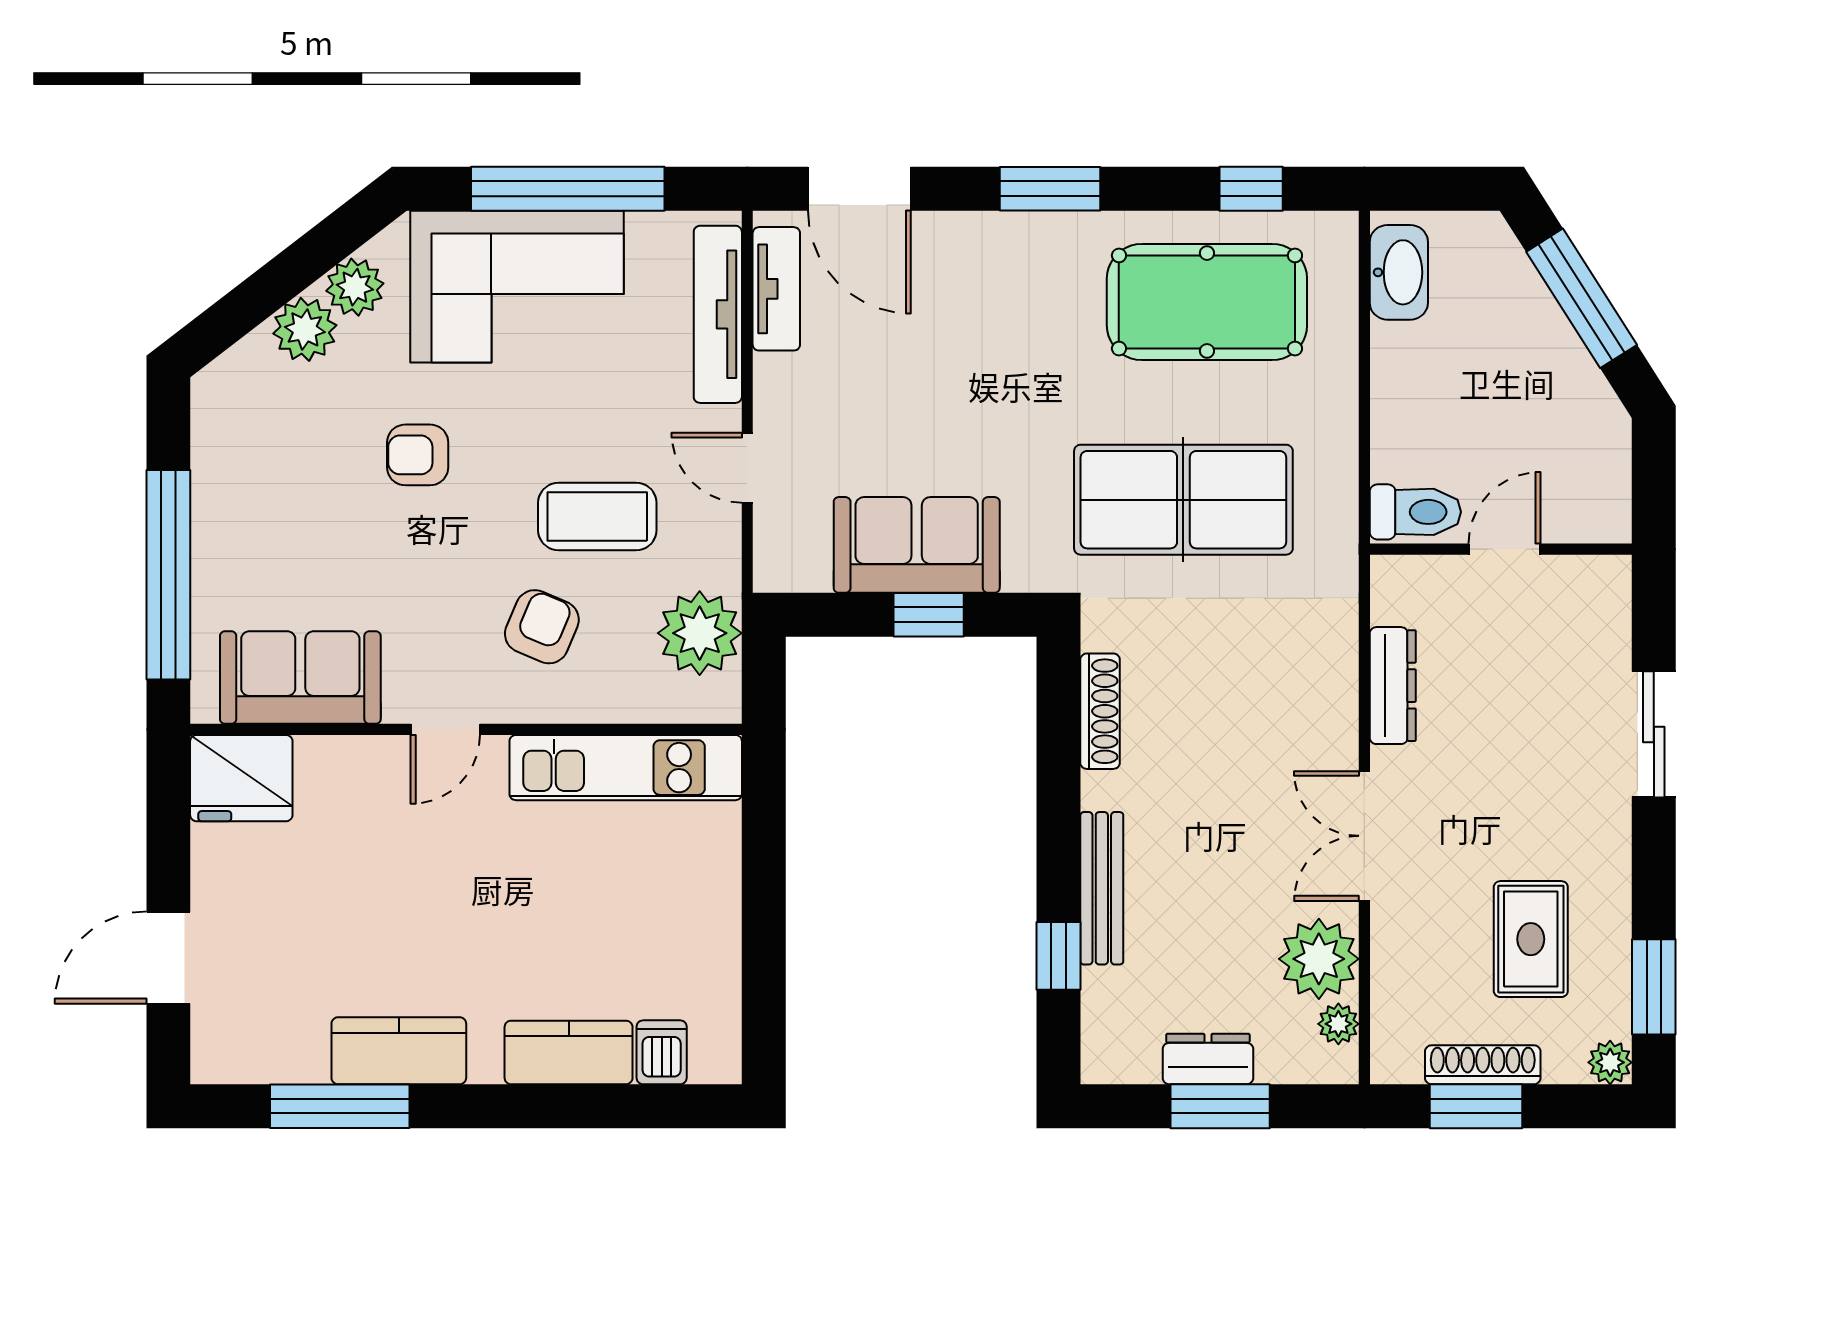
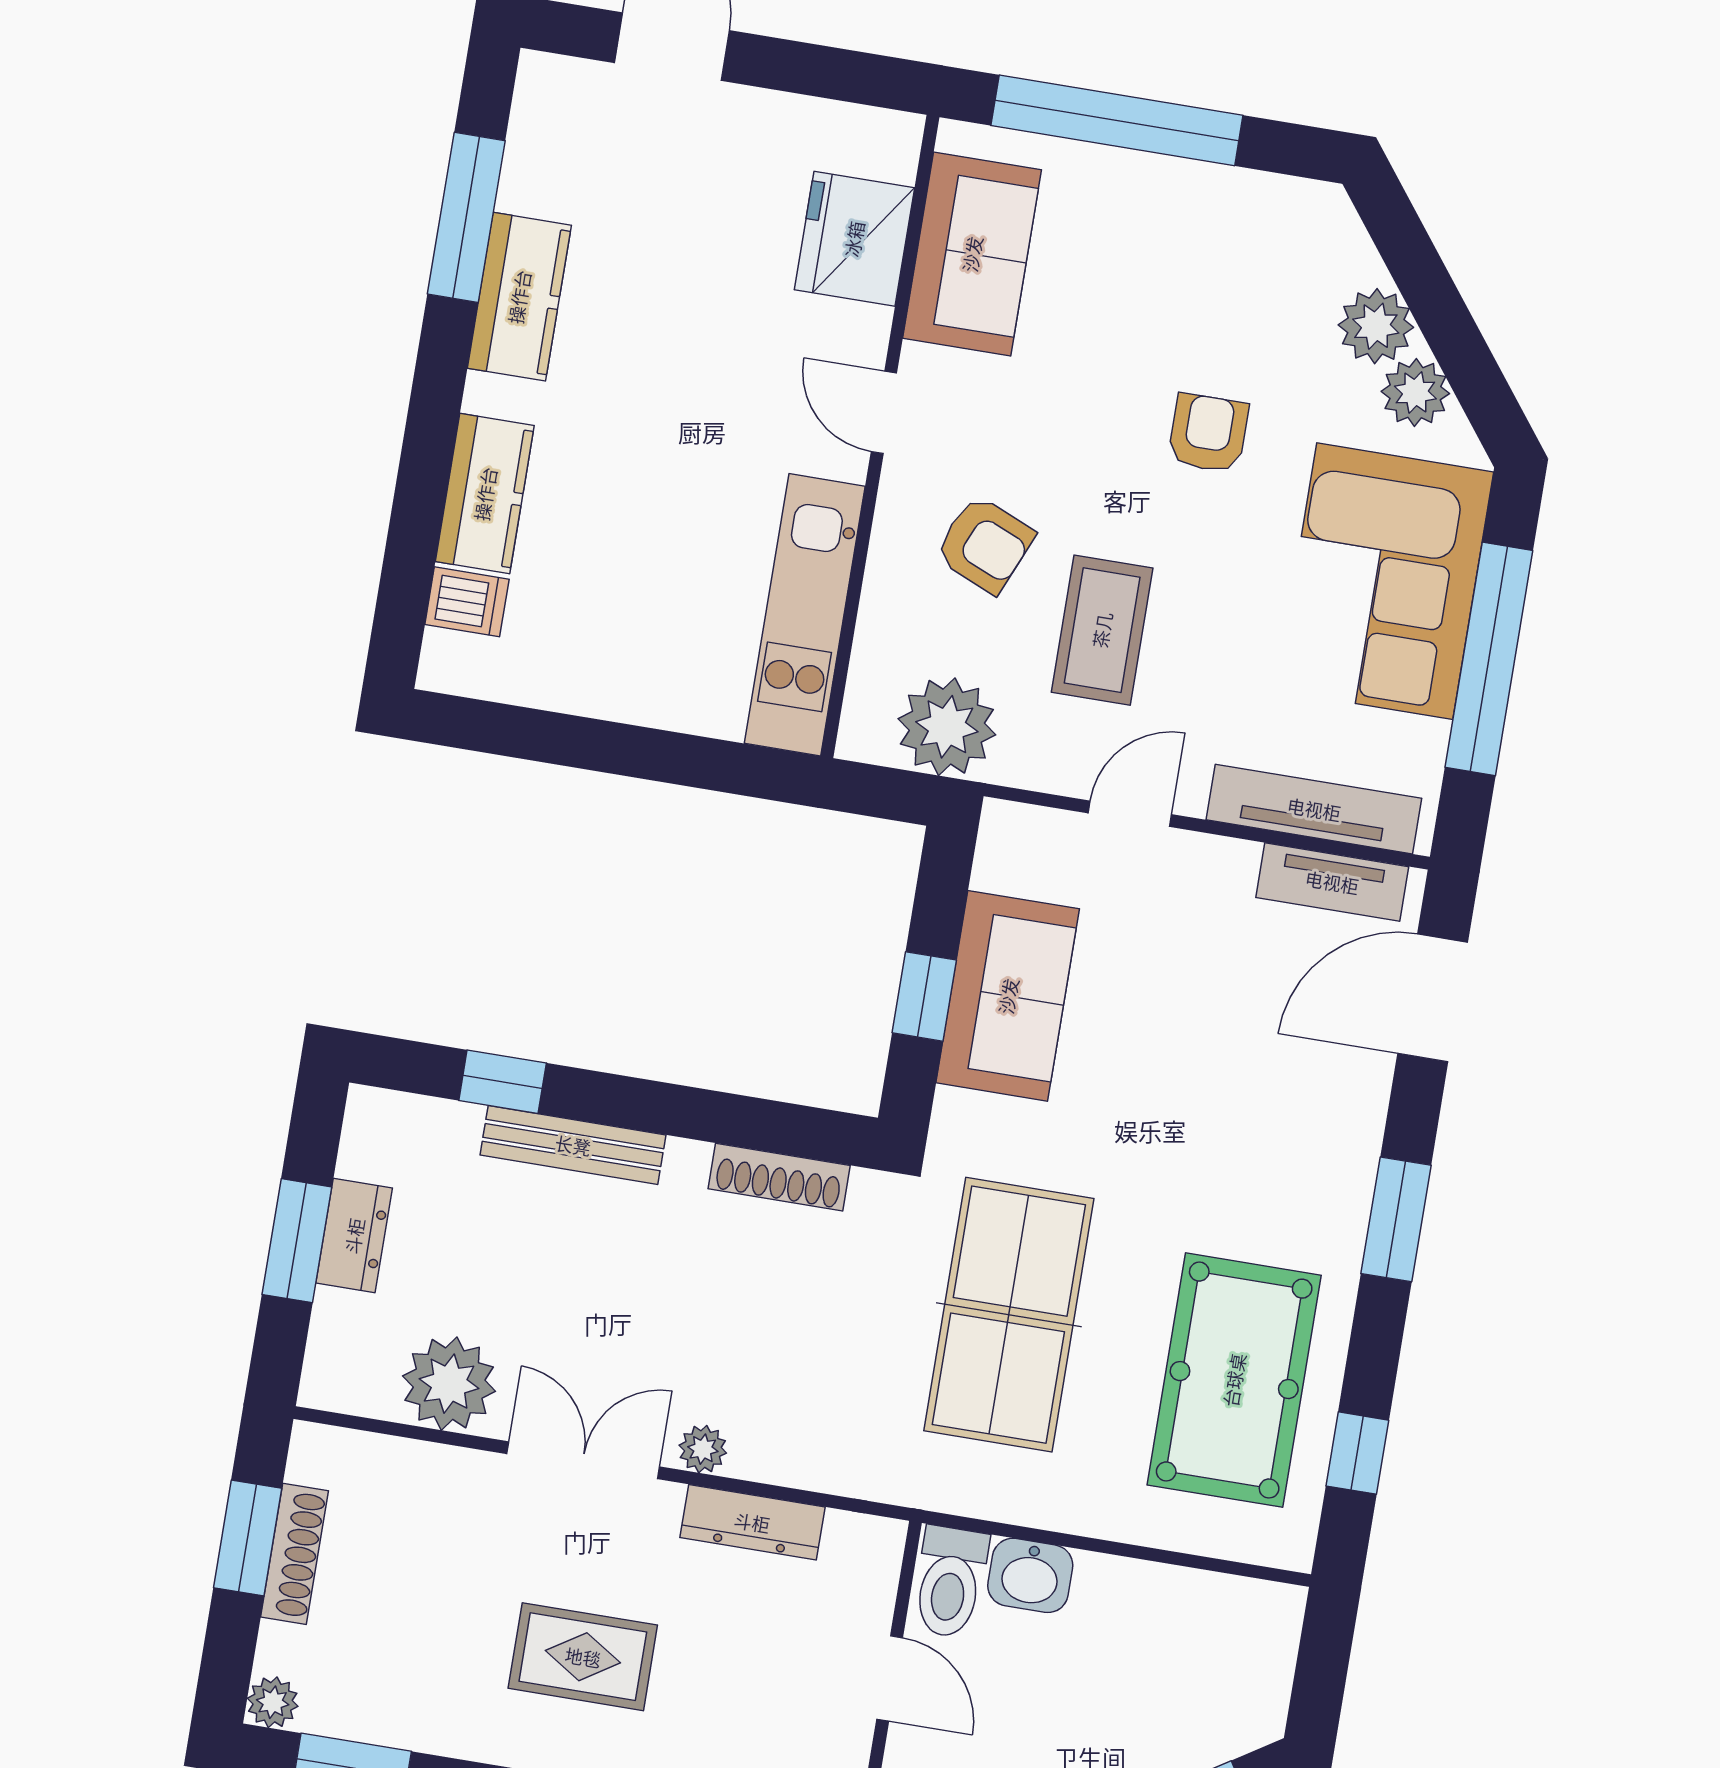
washbasin: (1399, 272) -> (1030, 1575), moved, width x0.72
fridge: (241, 778) -> (854, 239), moved
rug: (1531, 939) -> (583, 1657), moved
plant: (1338, 1024) -> (703, 1449), moved

